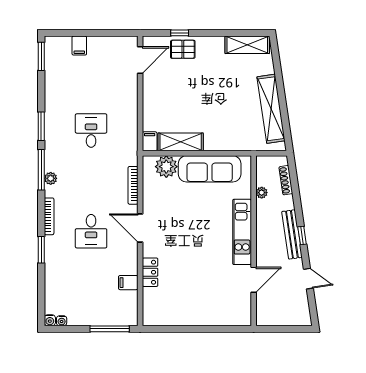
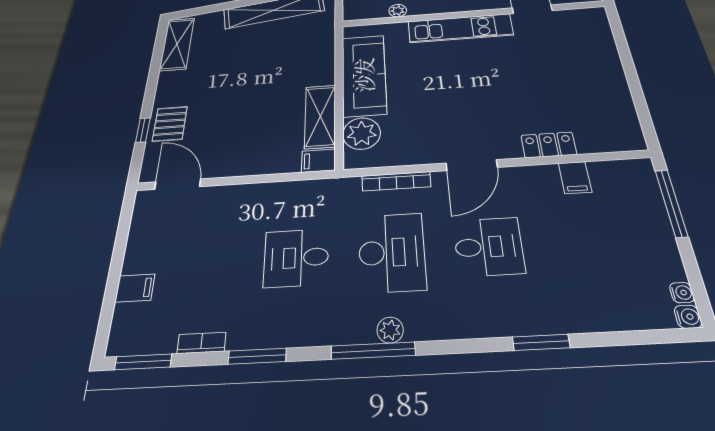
window: (41, 126) -> (257, 356), moved
desk: (91, 181) -> (392, 252), added
bookcase: (49, 216) -> (202, 343), moved, width x0.64

